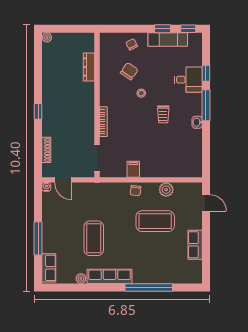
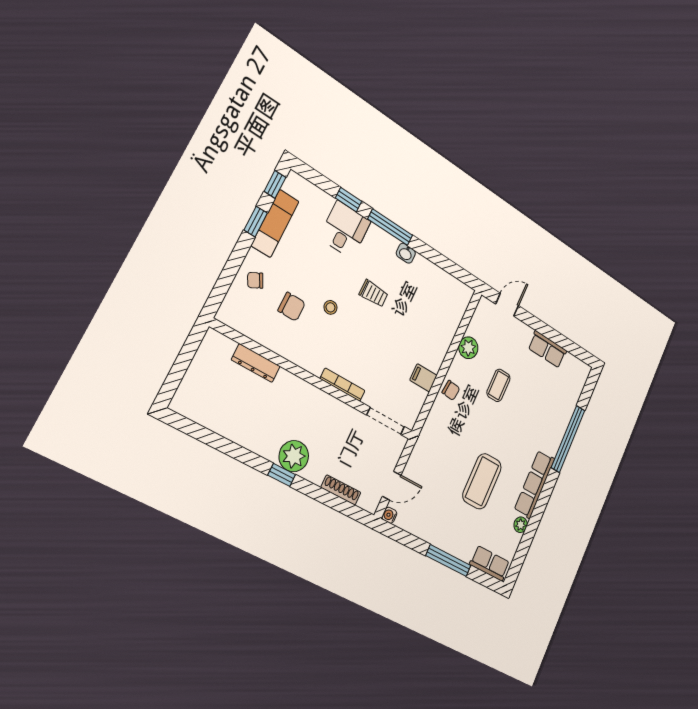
plant: (47, 37) -> (294, 456), moved, width x1.87, depth x1.87
chair: (129, 71) -> (292, 307), turned 146
coffee table: (155, 221) -> (498, 385), width x0.54, depth x0.58
coffee table: (94, 238) -> (482, 481), turned 90

